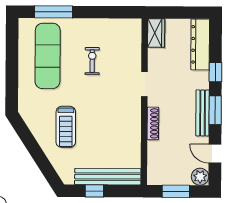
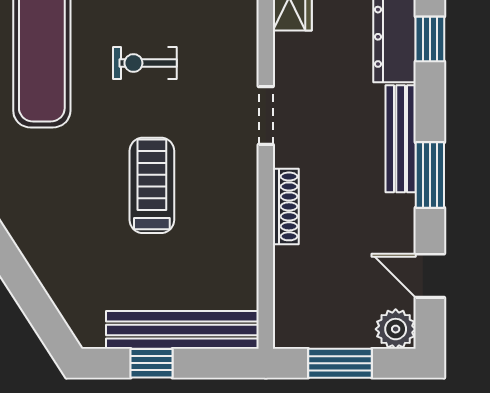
exercise bike: (92, 61) -> (145, 63), turned -90
window: (215, 72) -> (430, 39), moved
bench: (203, 113) -> (401, 139), moved
treadmill: (66, 127) -> (152, 185), moved, turned 180

